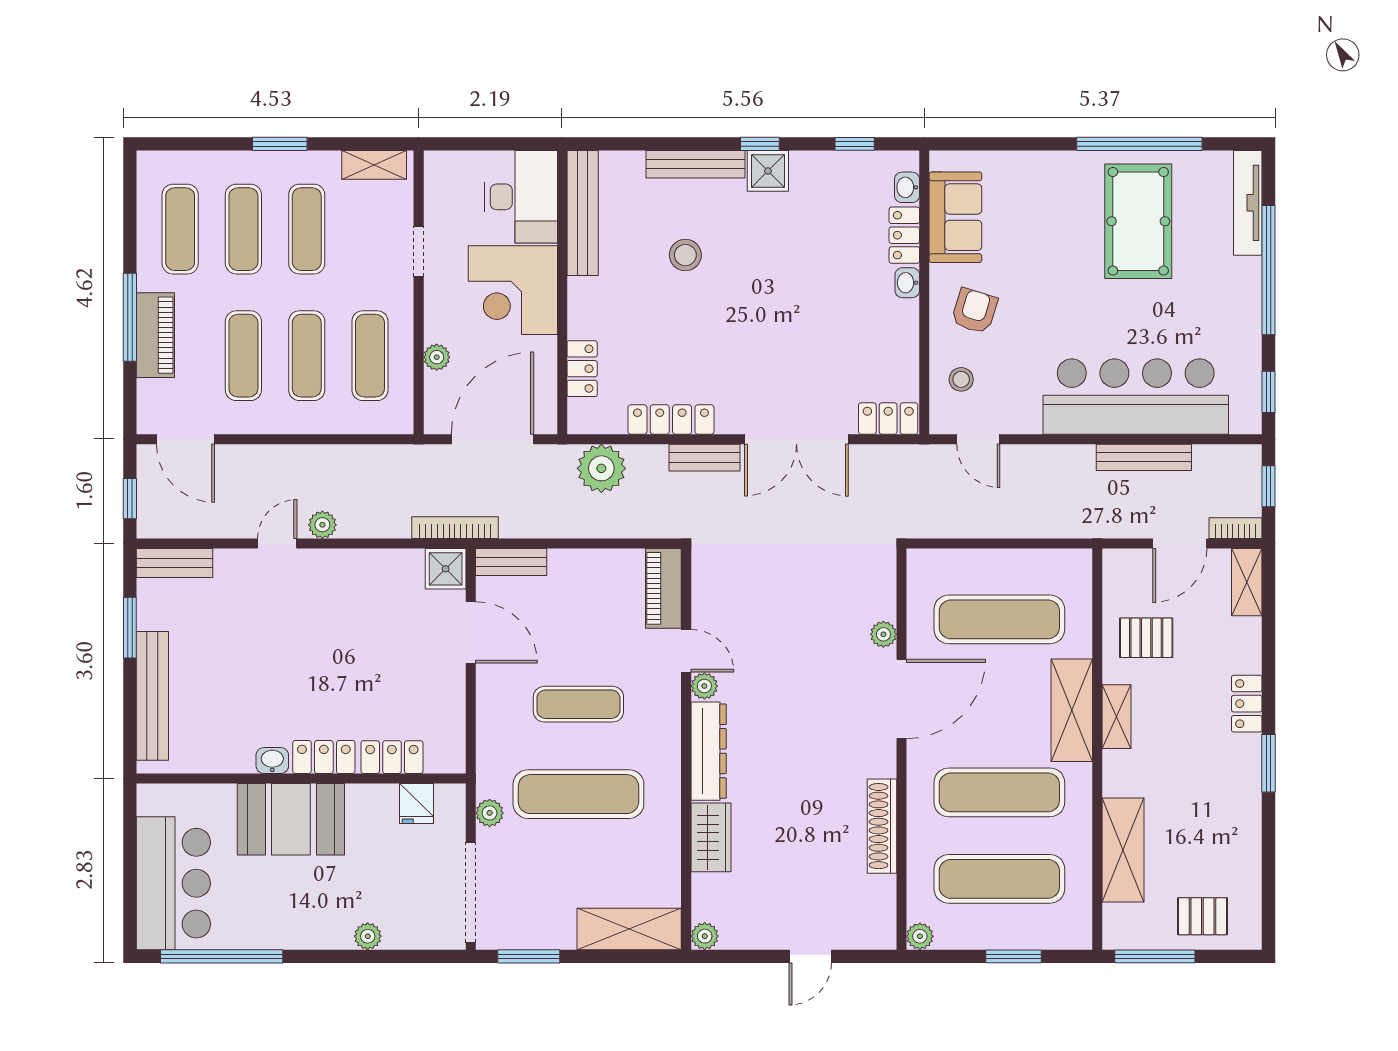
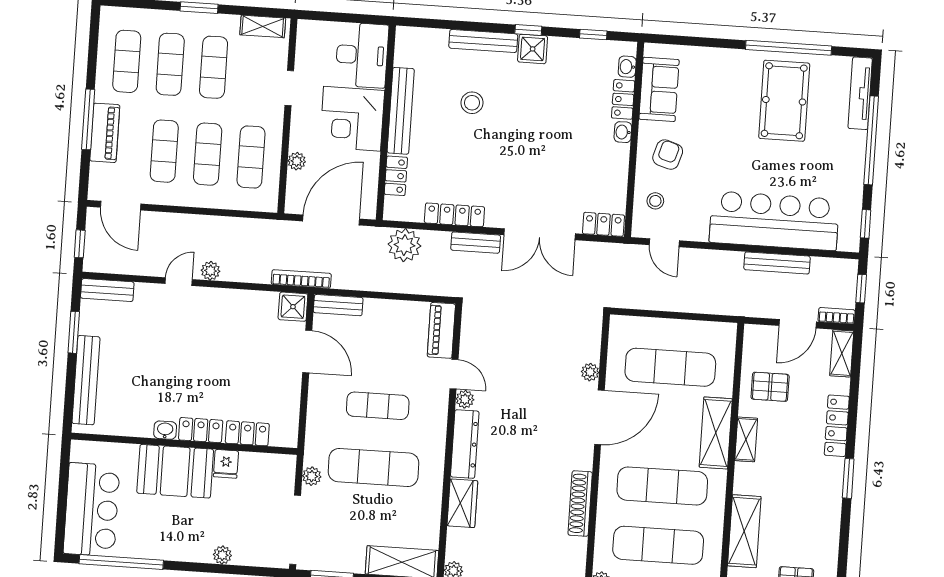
bench: (583, 213) -> (401, 111), moved
locker: (1247, 704) -> (837, 426), width x1.53
fridge: (417, 804) -> (226, 464), moved

